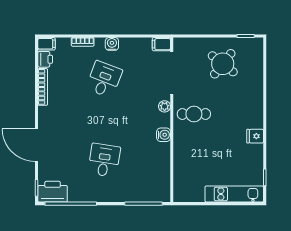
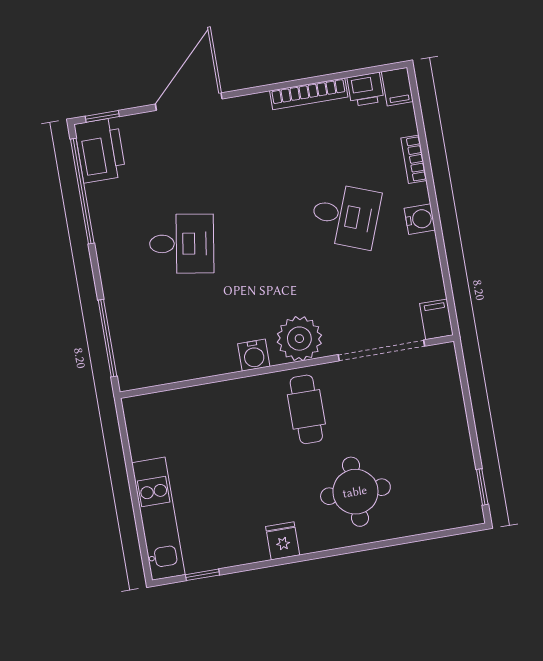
round table: (223, 64) -> (355, 492), moved, turned -38
plant: (165, 106) -> (299, 339), width x1.88, depth x1.88

